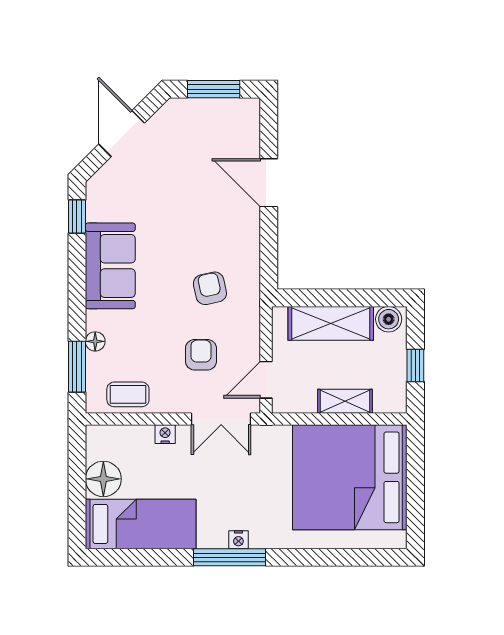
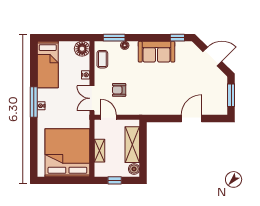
armchair: (210, 288) -> (147, 94), removed
armchair: (201, 355) -> (119, 90), turned 180
floor lamp: (103, 479) -> (82, 49), moved

